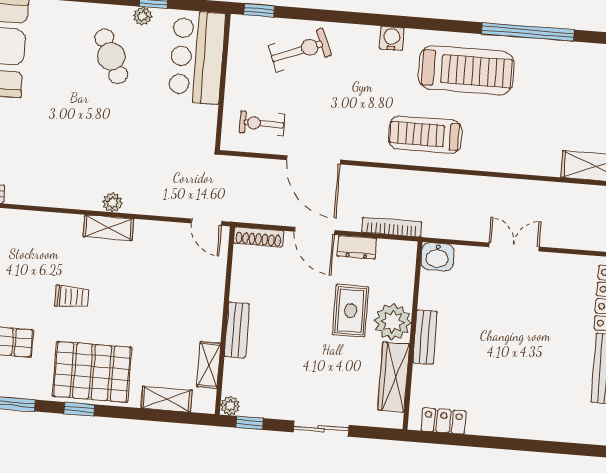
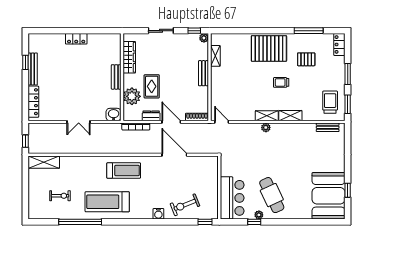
water cooler: (392, 38) -> (158, 214), moved
cafe table: (111, 56) -> (272, 195), width x1.37, depth x1.35
exercise bike: (262, 124) -> (60, 196), moved
plant: (393, 322) -> (132, 96), moved
shelving: (167, 399) -> (290, 116), moved
window: (79, 409) -> (273, 31), removed
locker: (443, 421) -> (76, 39), moved

